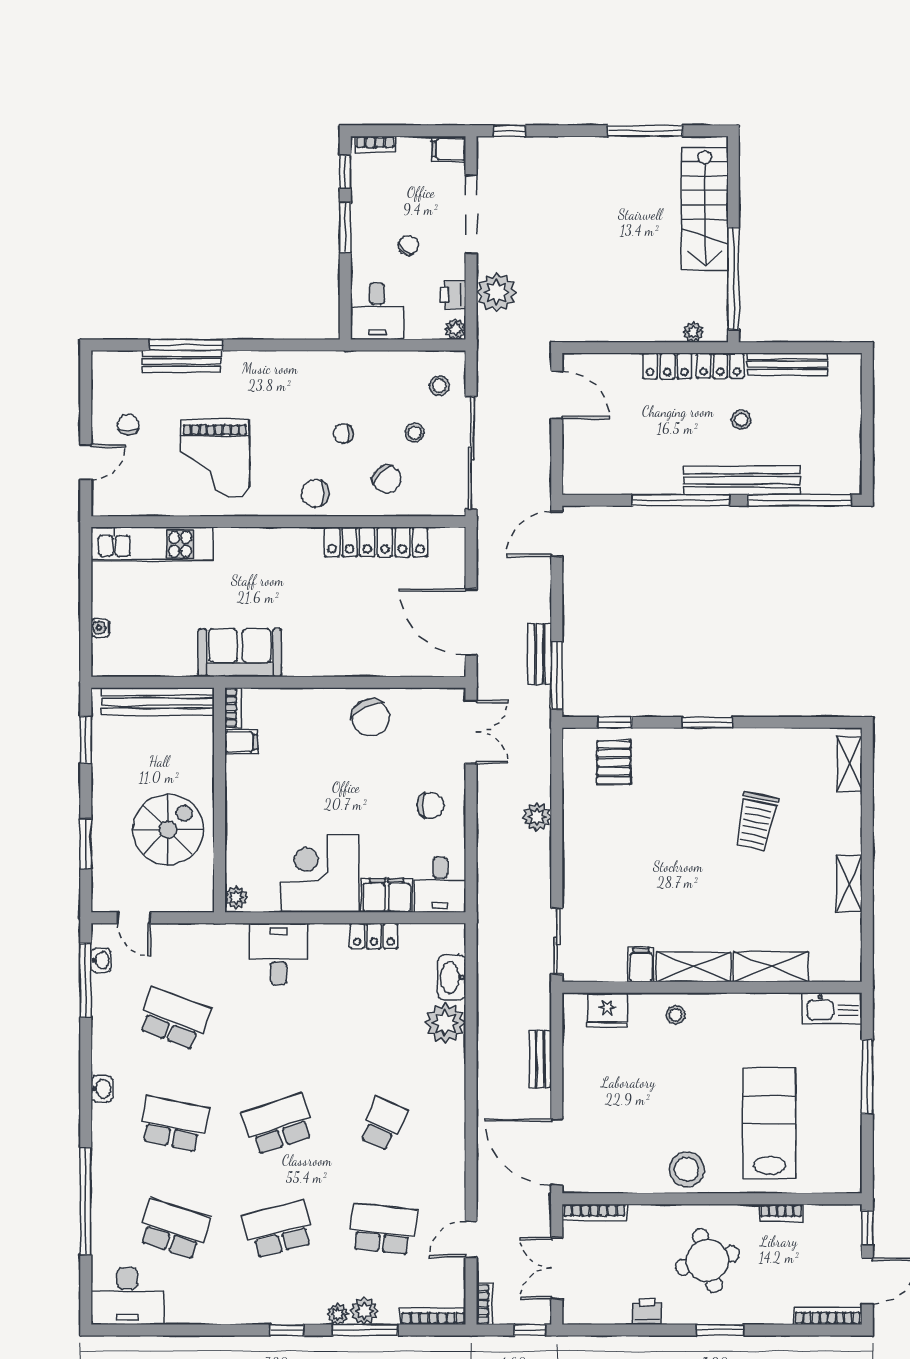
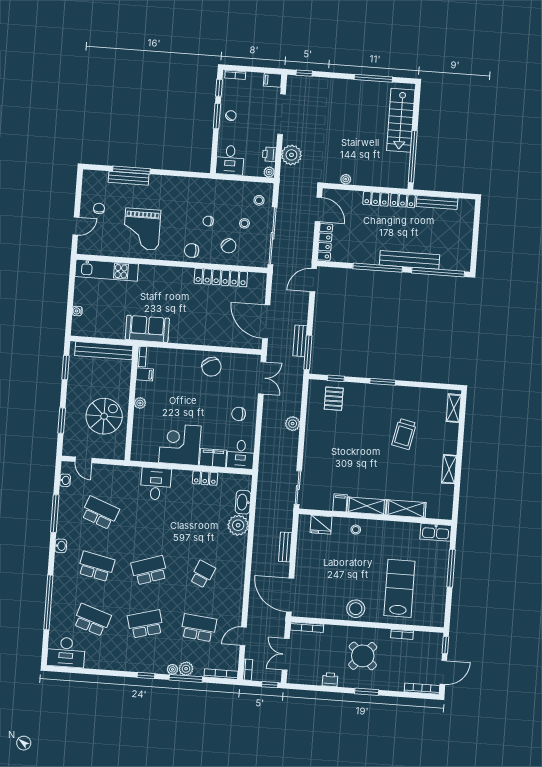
chair: (408, 245) -> (231, 116), moved
plant: (693, 332) -> (346, 179), moved
stool: (741, 420) -> (411, 229), removed
locker: (574, 458) -> (325, 242), added
chair: (430, 806) -> (239, 414), turned 180
plant: (236, 897) -> (140, 403), moved
window: (86, 980) -> (55, 514), moved
round table: (707, 1260) -> (363, 656), turned -32

